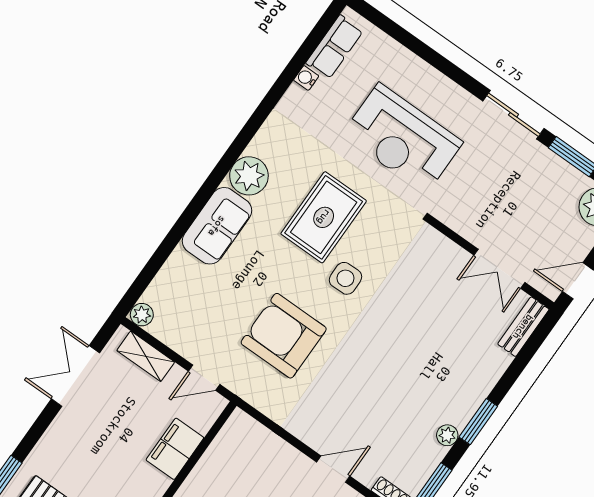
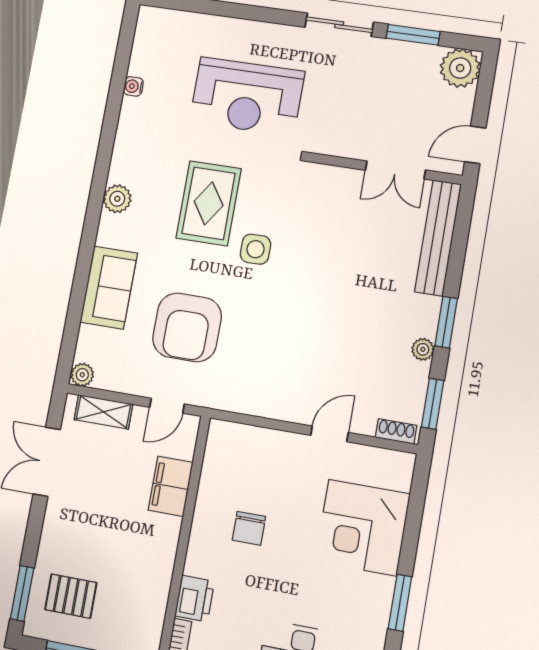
row of seats: (334, 47) -> (146, 46), removed
plant: (249, 176) -> (117, 199), width x0.73, depth x0.73
sofa: (217, 226) -> (109, 288), moved
bench: (523, 327) -> (438, 238), width x1.86, depth x1.21
armchair: (284, 336) -> (187, 327), moved, turned -90

